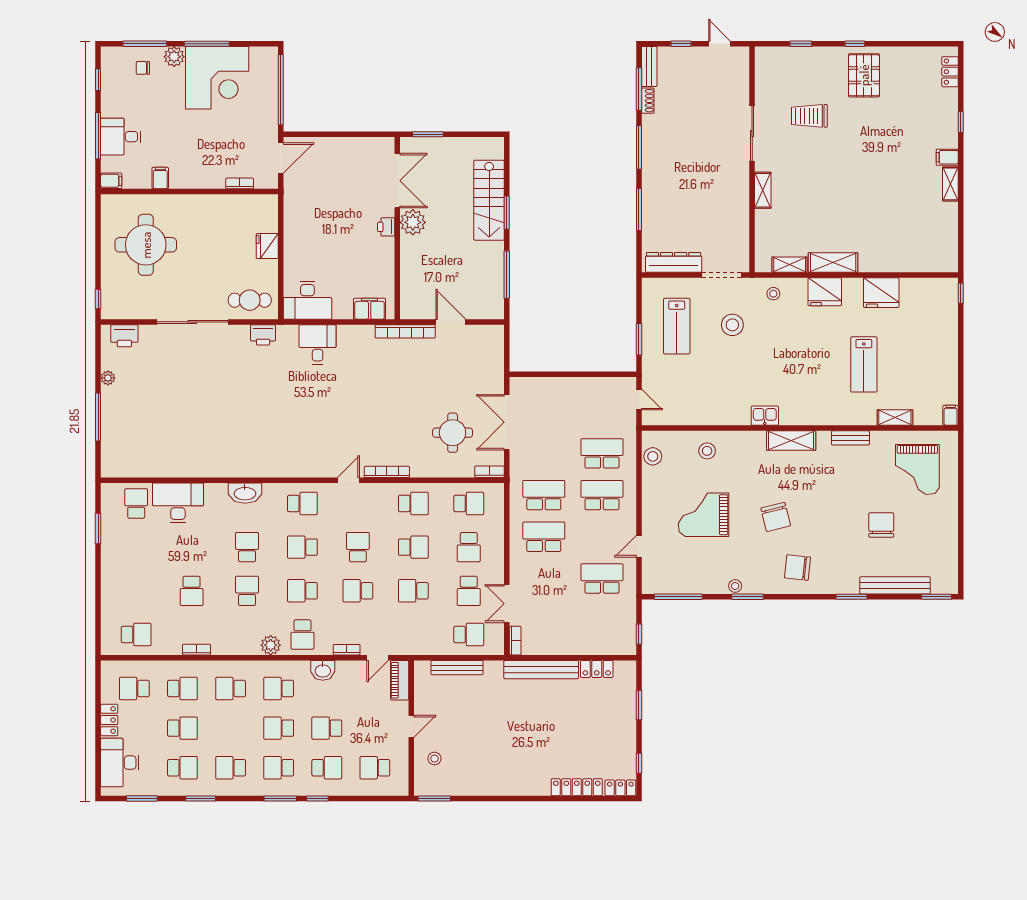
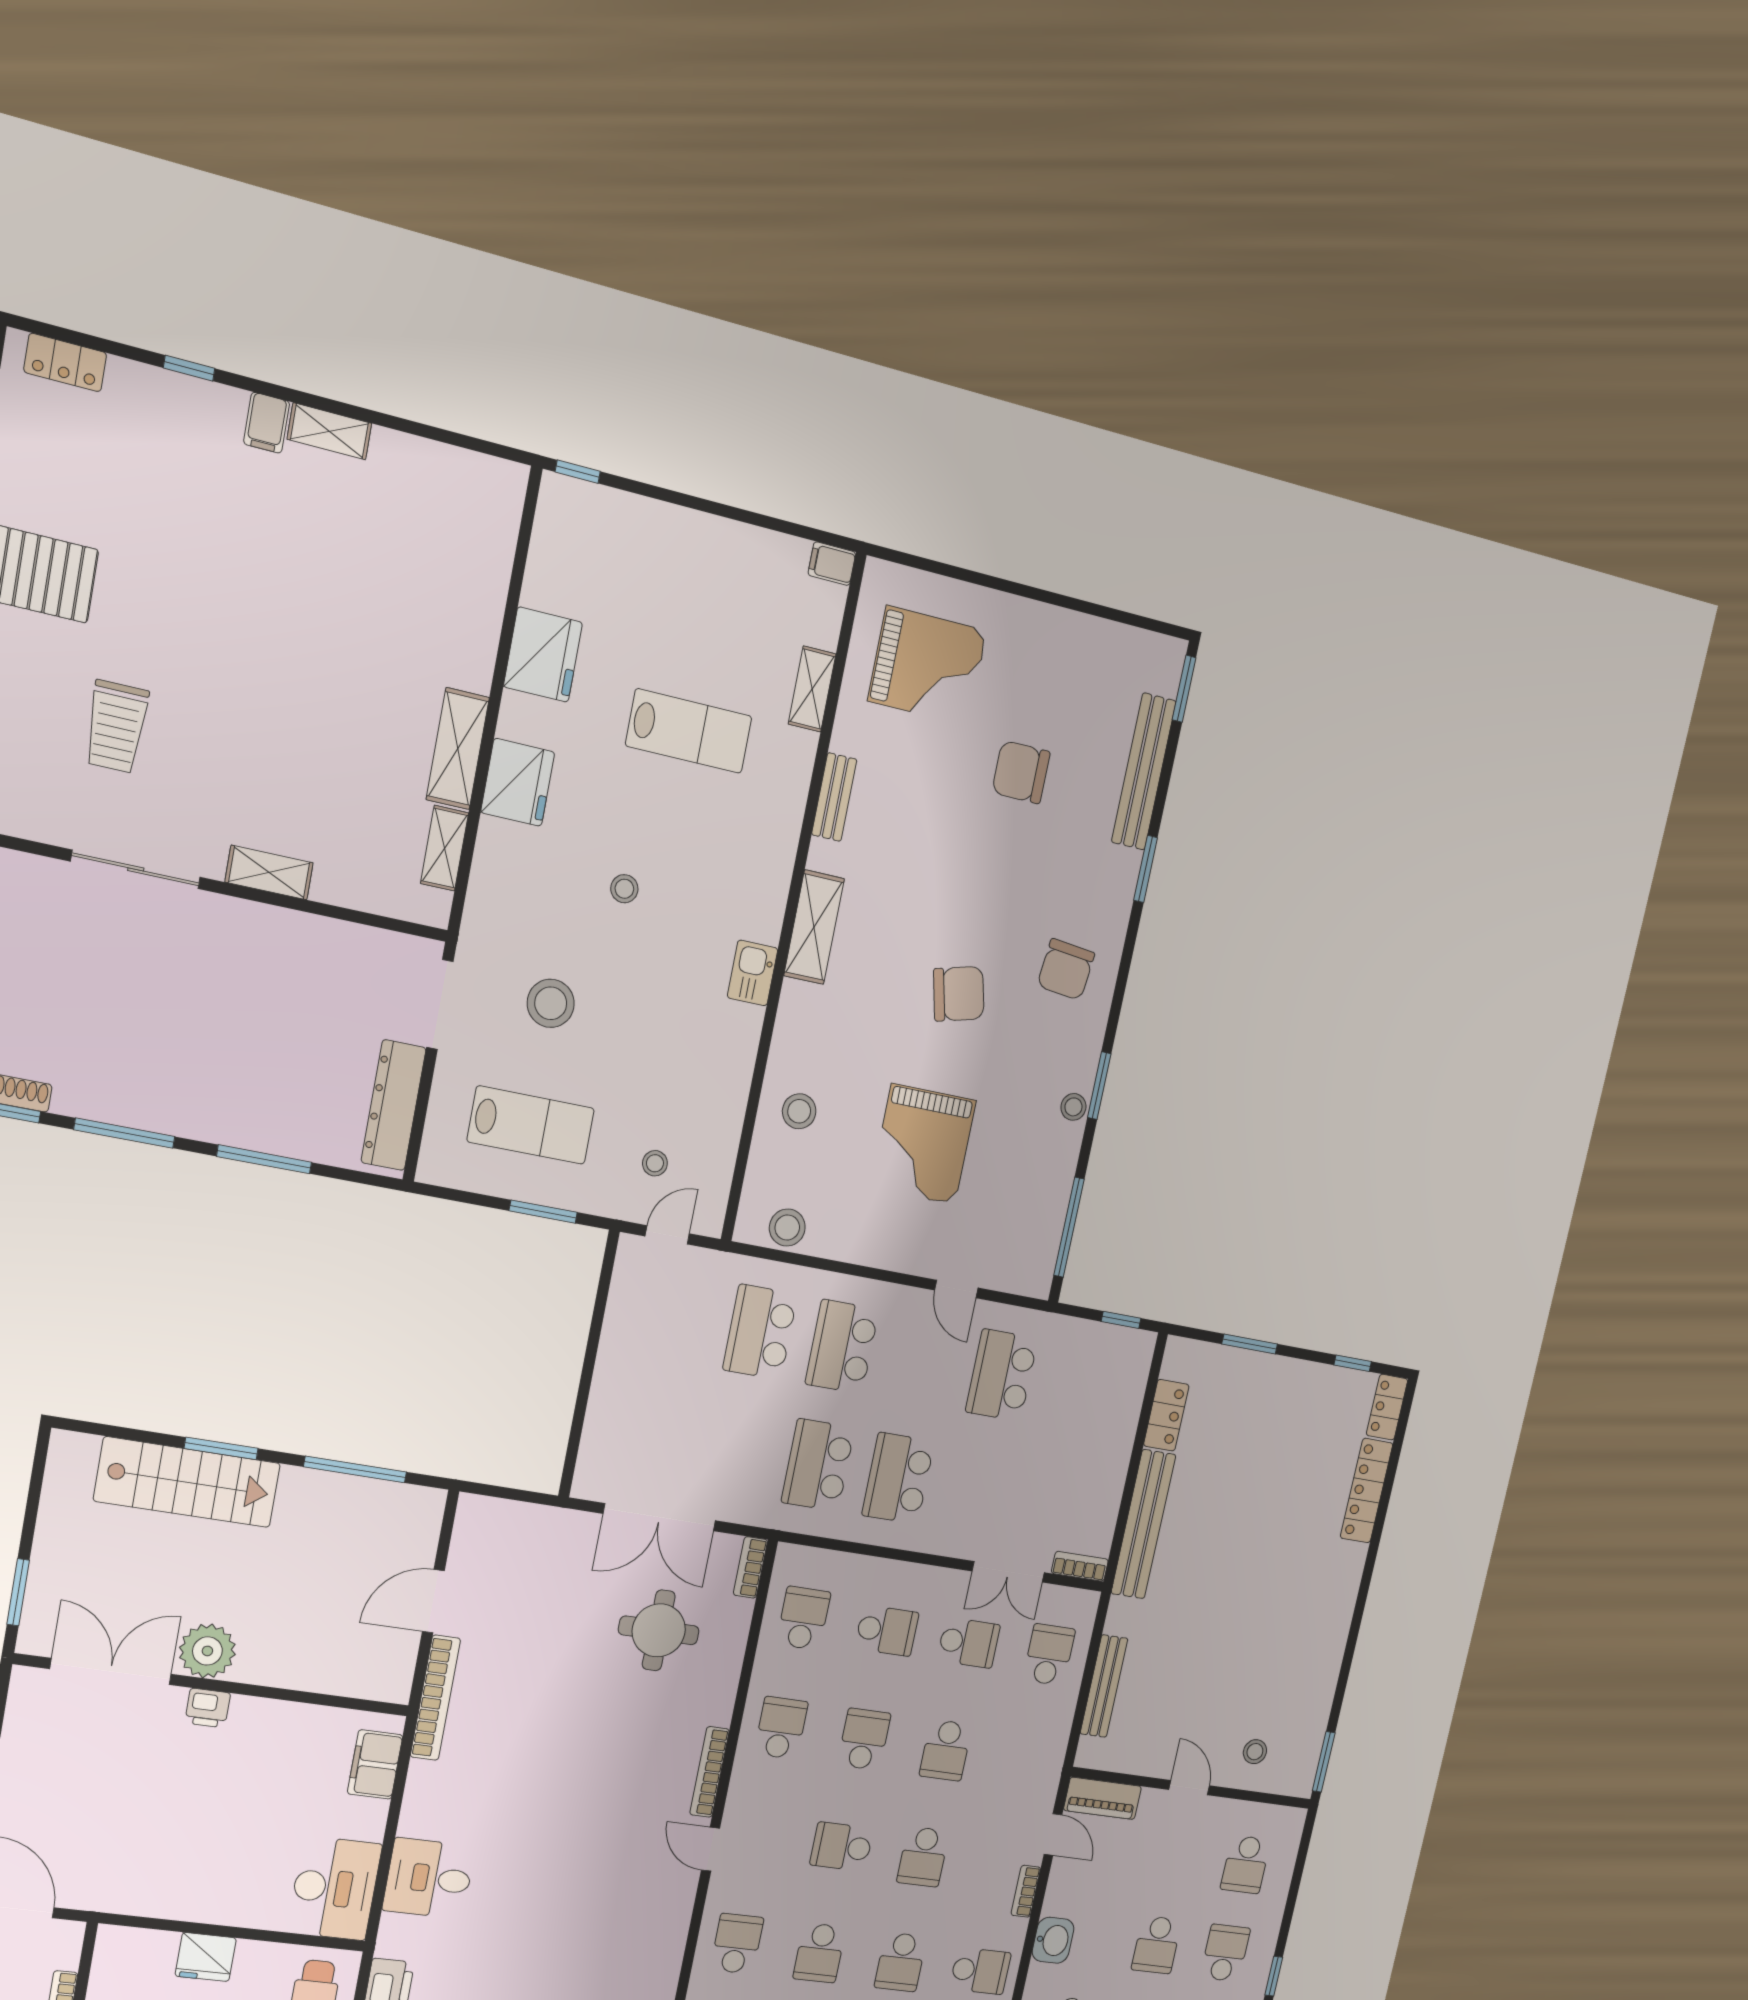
stool: (773, 294) -> (624, 889), moved
stool: (670, 387) -> (655, 1163), added

